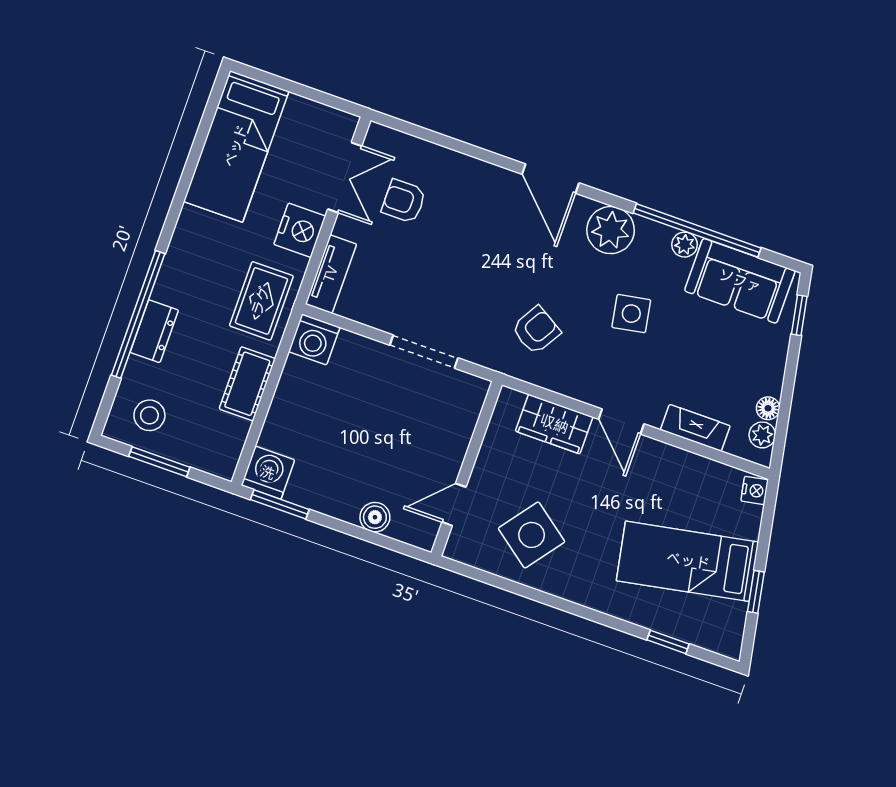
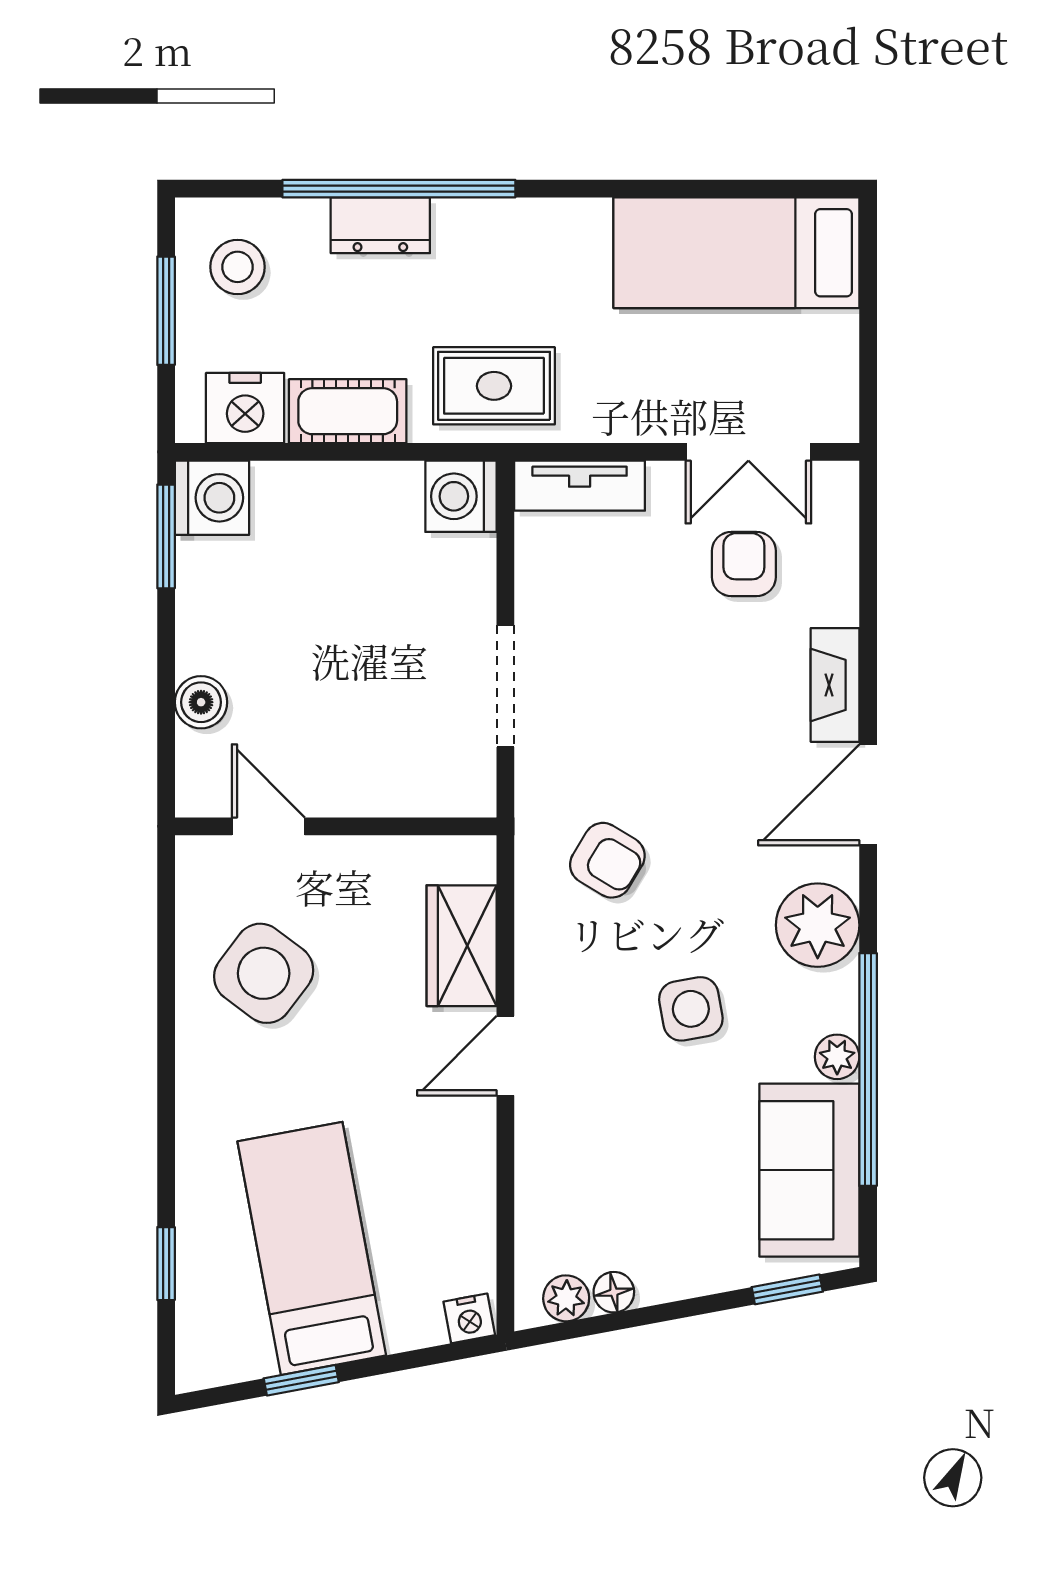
nightstand: (300, 230) -> (245, 408), moved
fireplace: (695, 428) -> (835, 685), moved, turned 180

